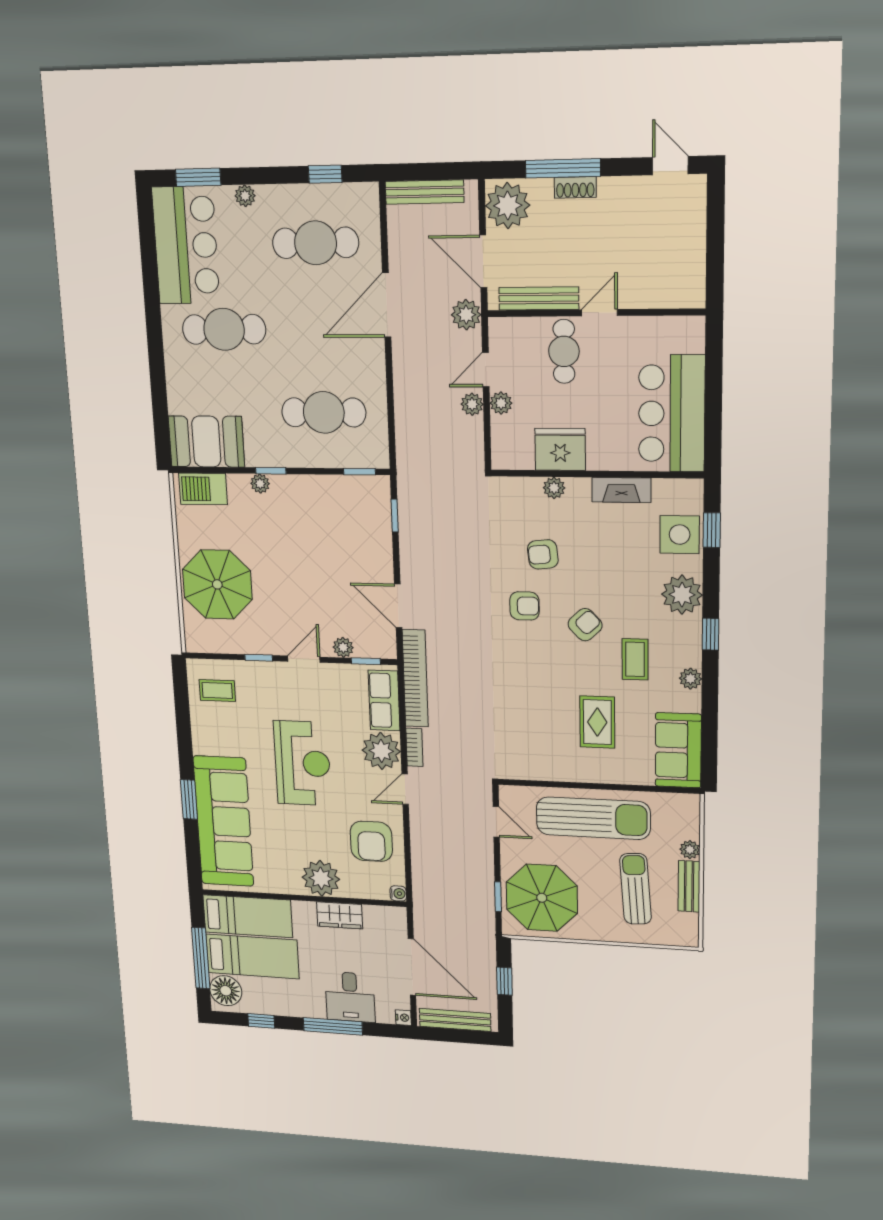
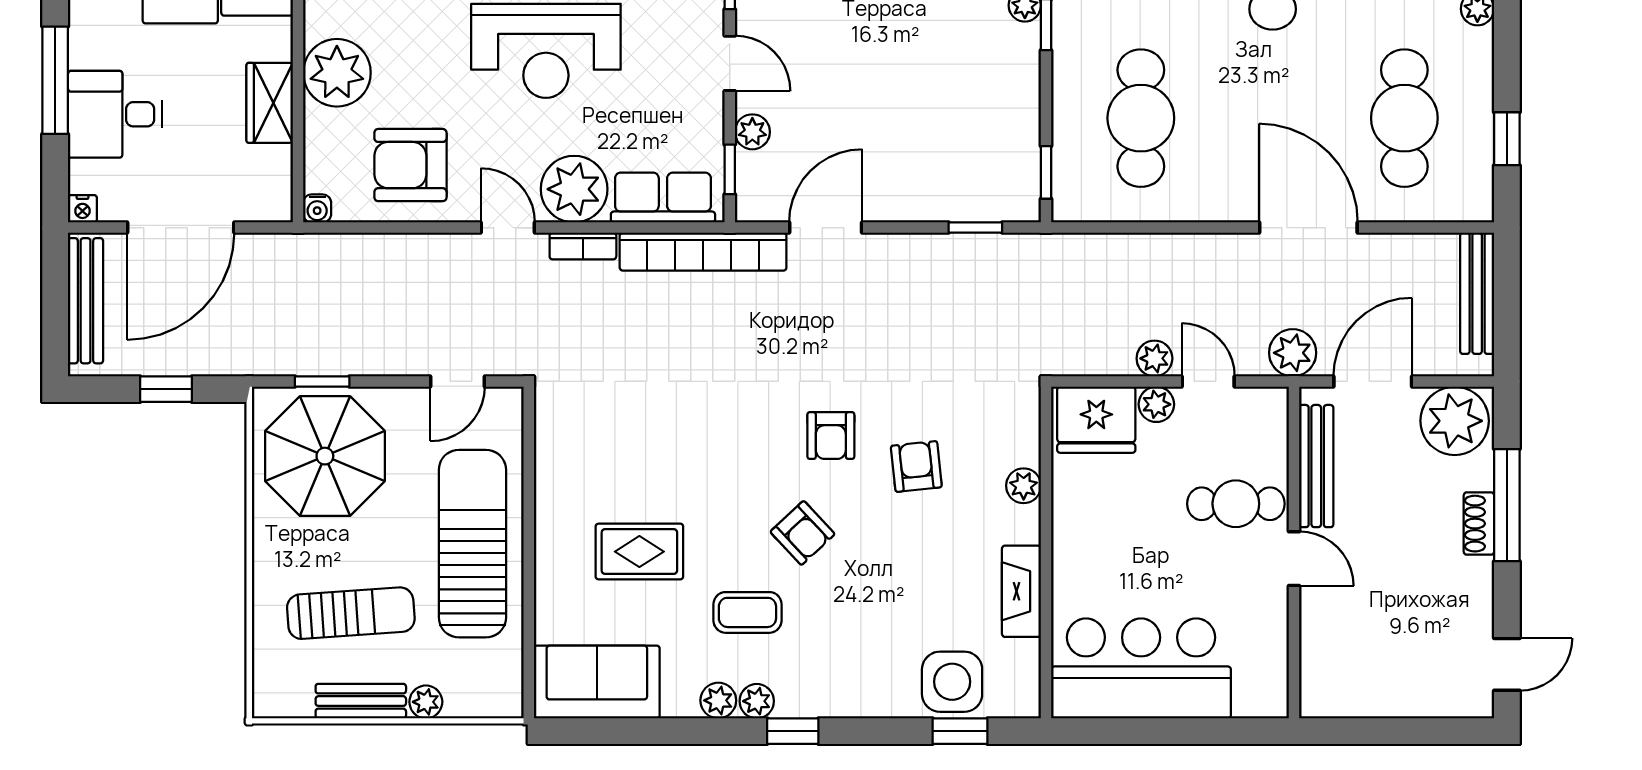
fridge: (560, 449) -> (1096, 420), moved, turned 90
plant: (682, 595) -> (757, 701), moved, width x0.53, depth x0.53
sun lounger: (593, 818) -> (472, 544), turned 180

